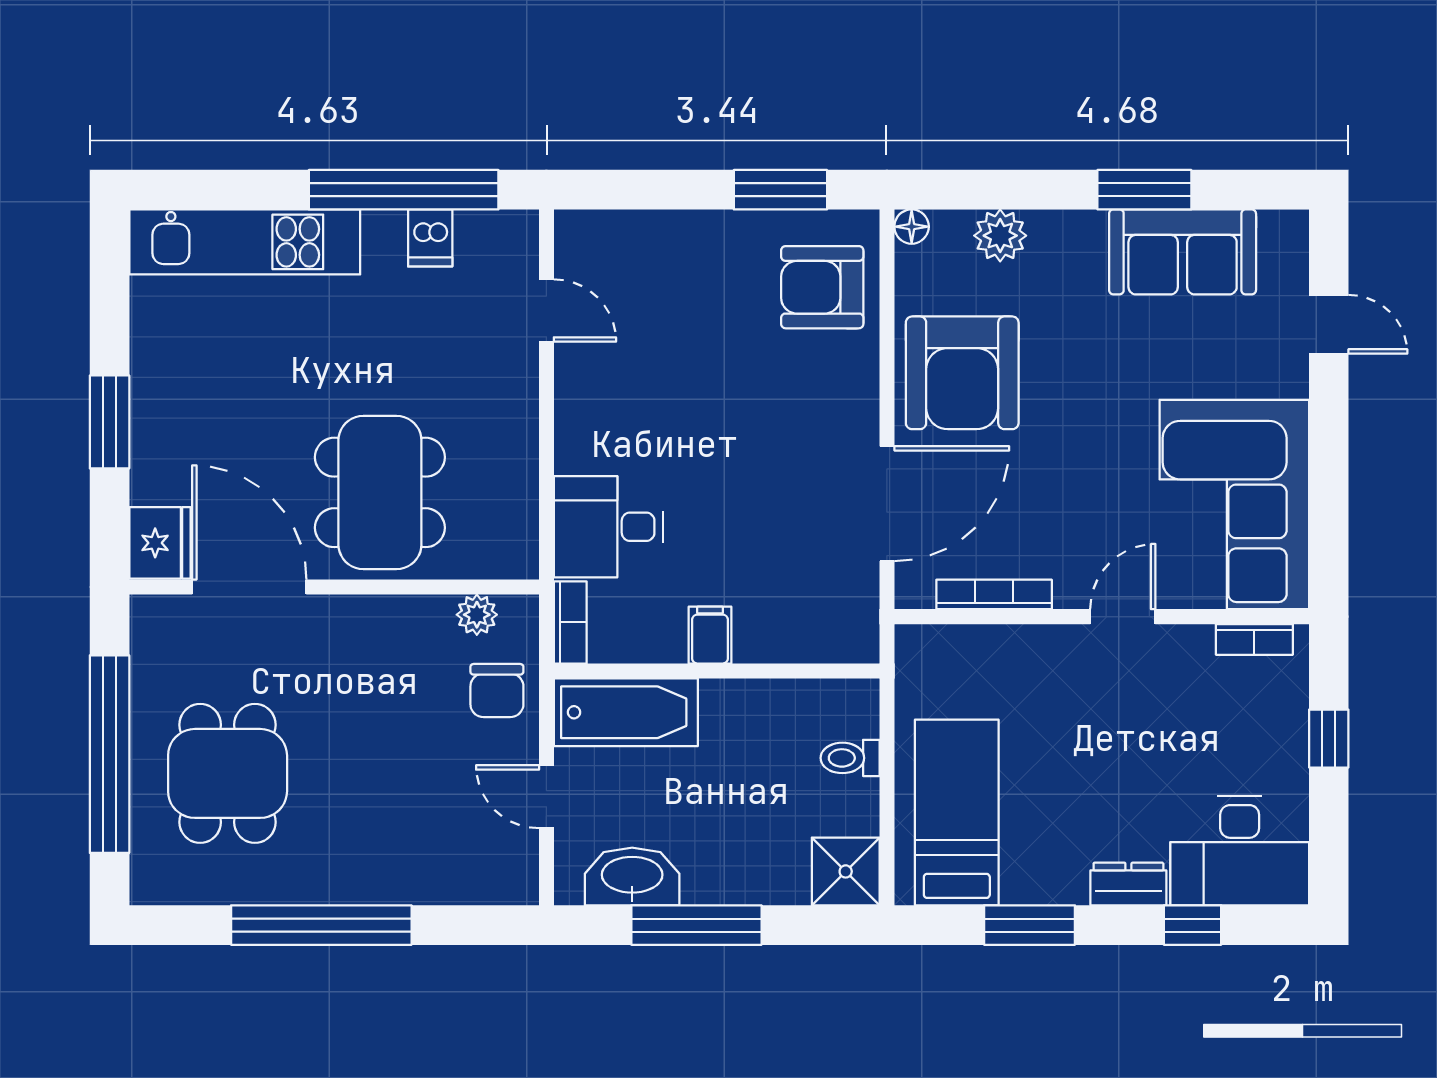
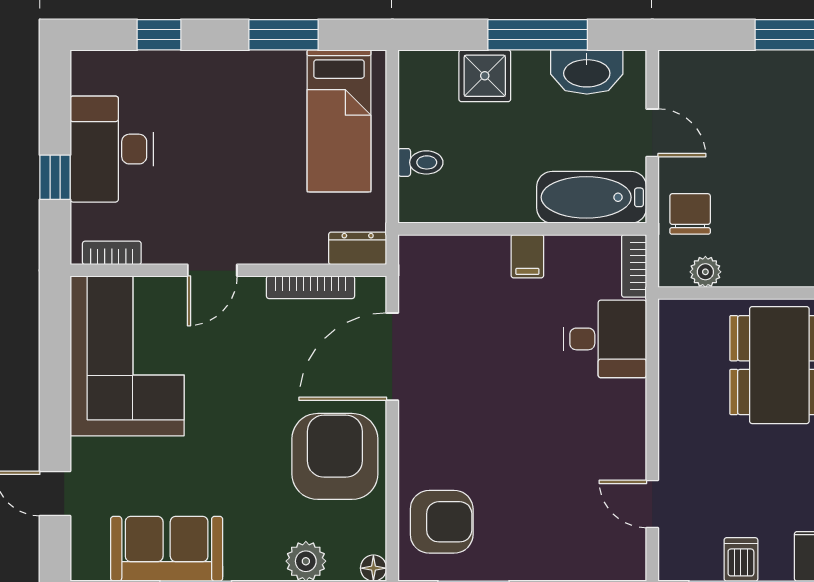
desk: (1240, 851) -> (112, 149), moved, turned -90
shower: (846, 871) -> (485, 76), moved
dresser: (1128, 884) -> (358, 248), moved, turned 180

